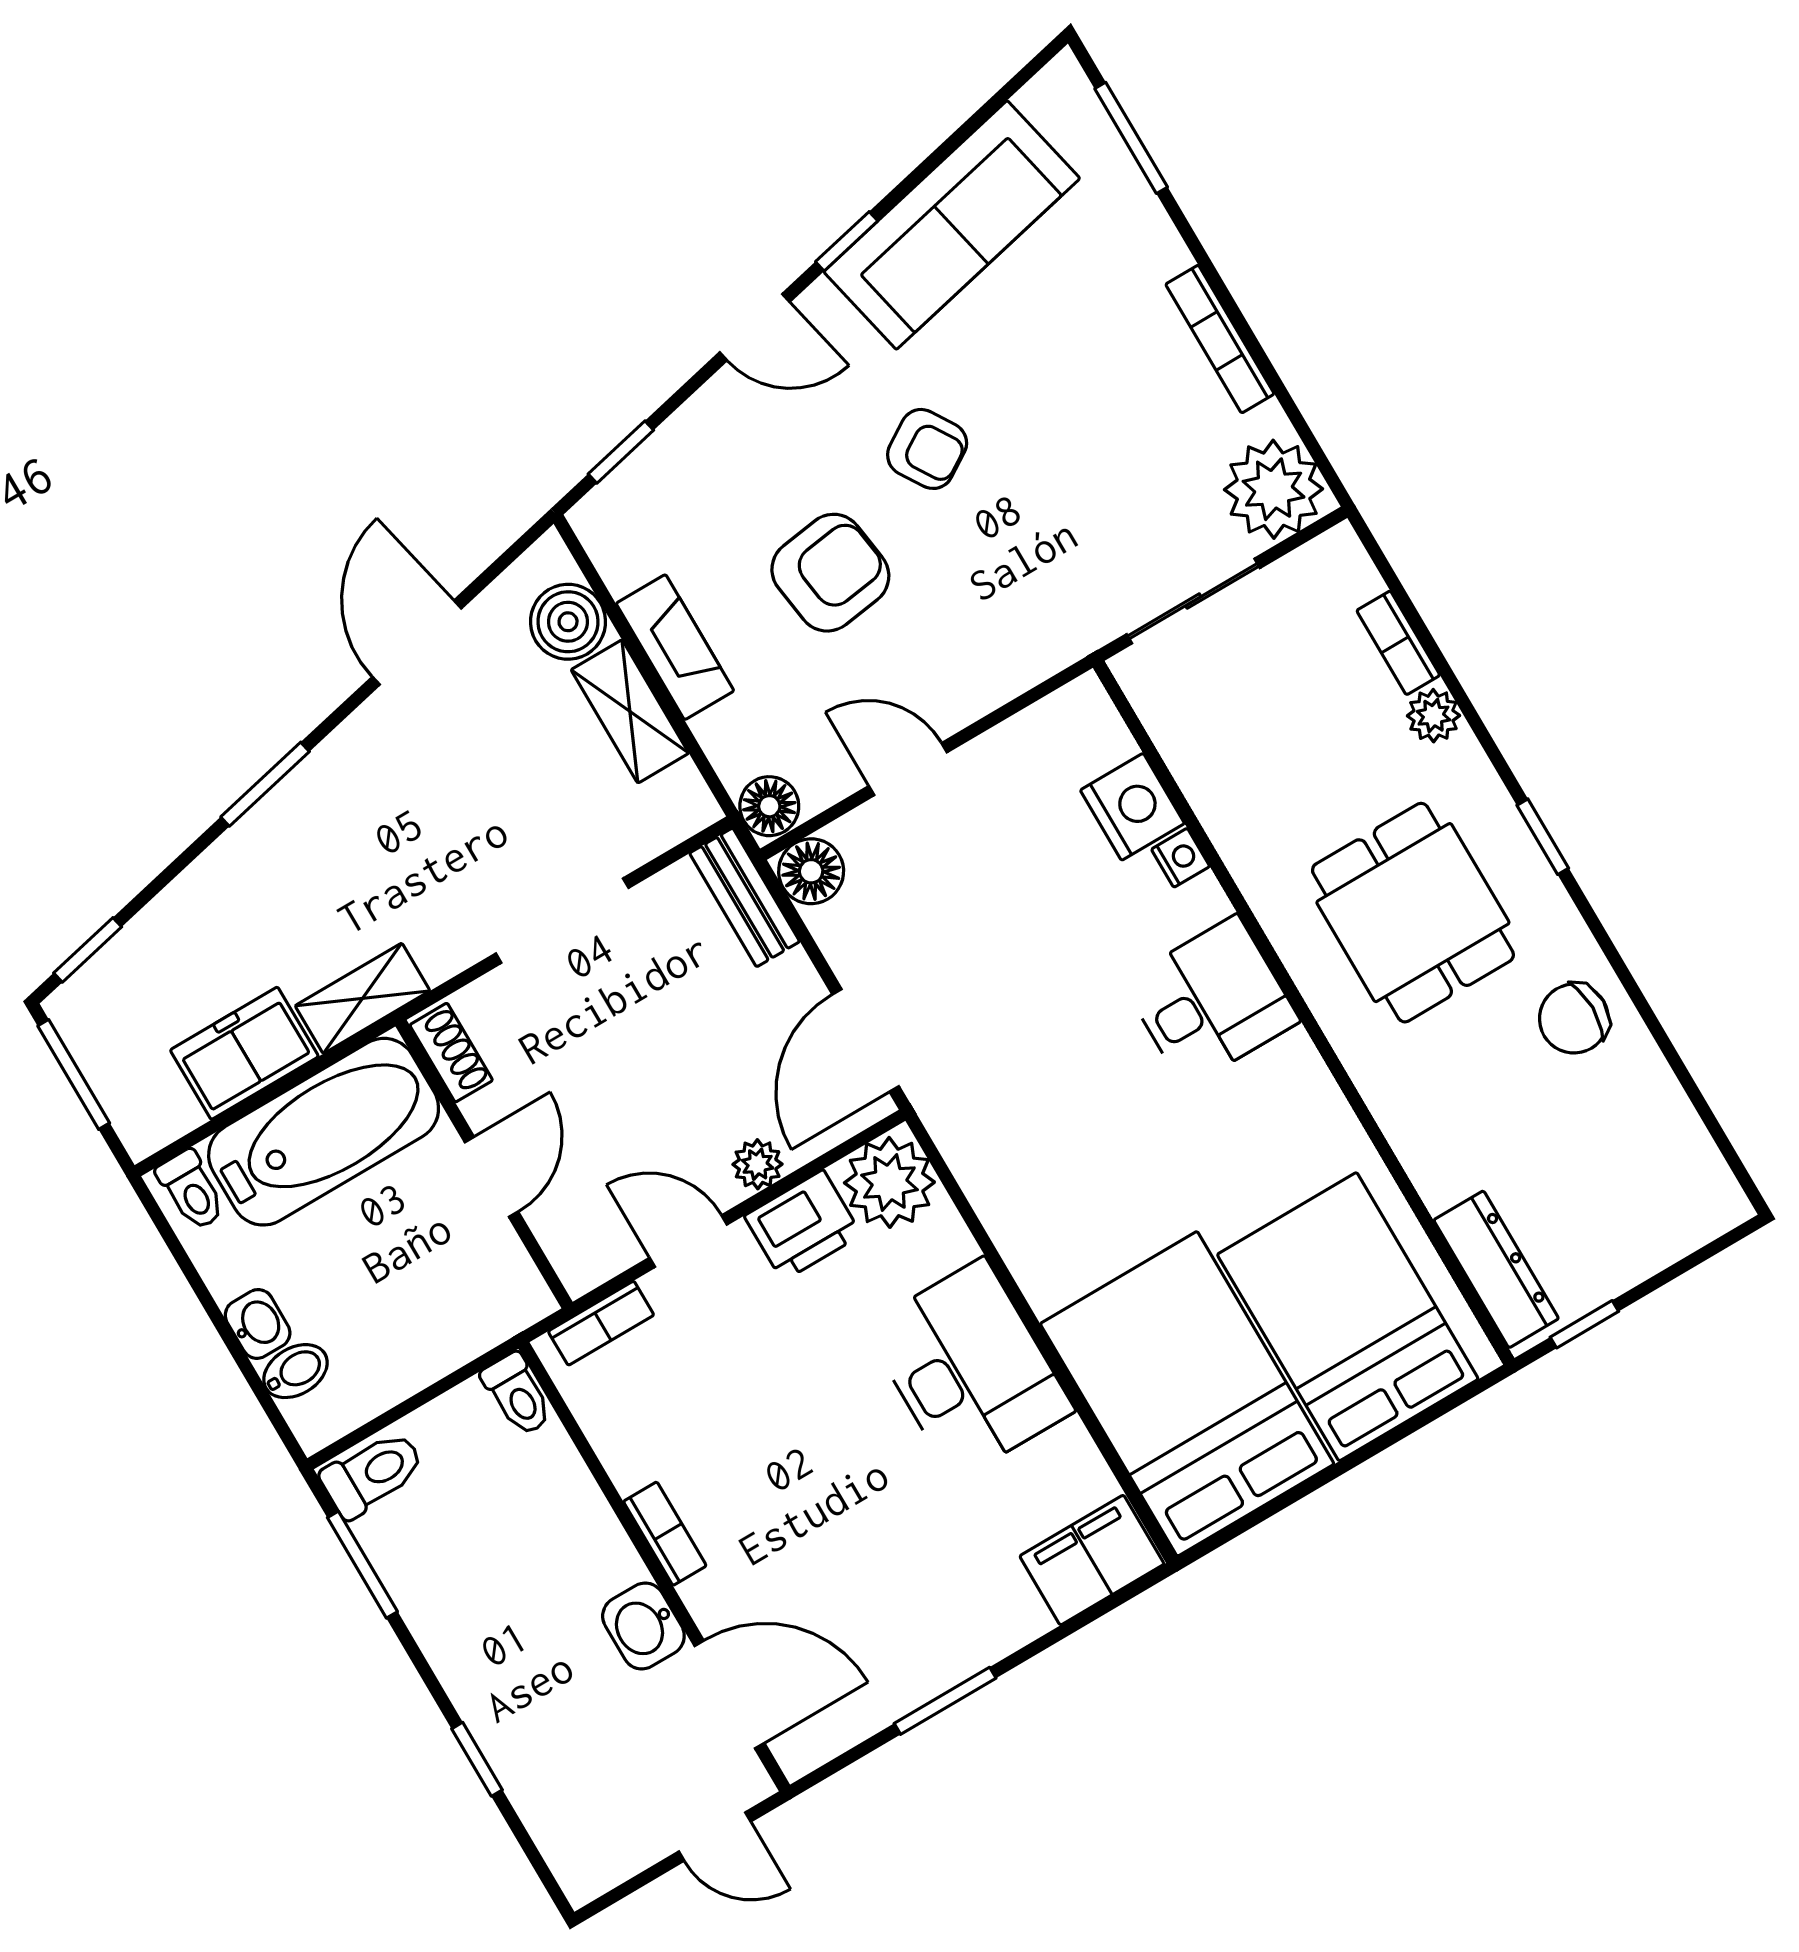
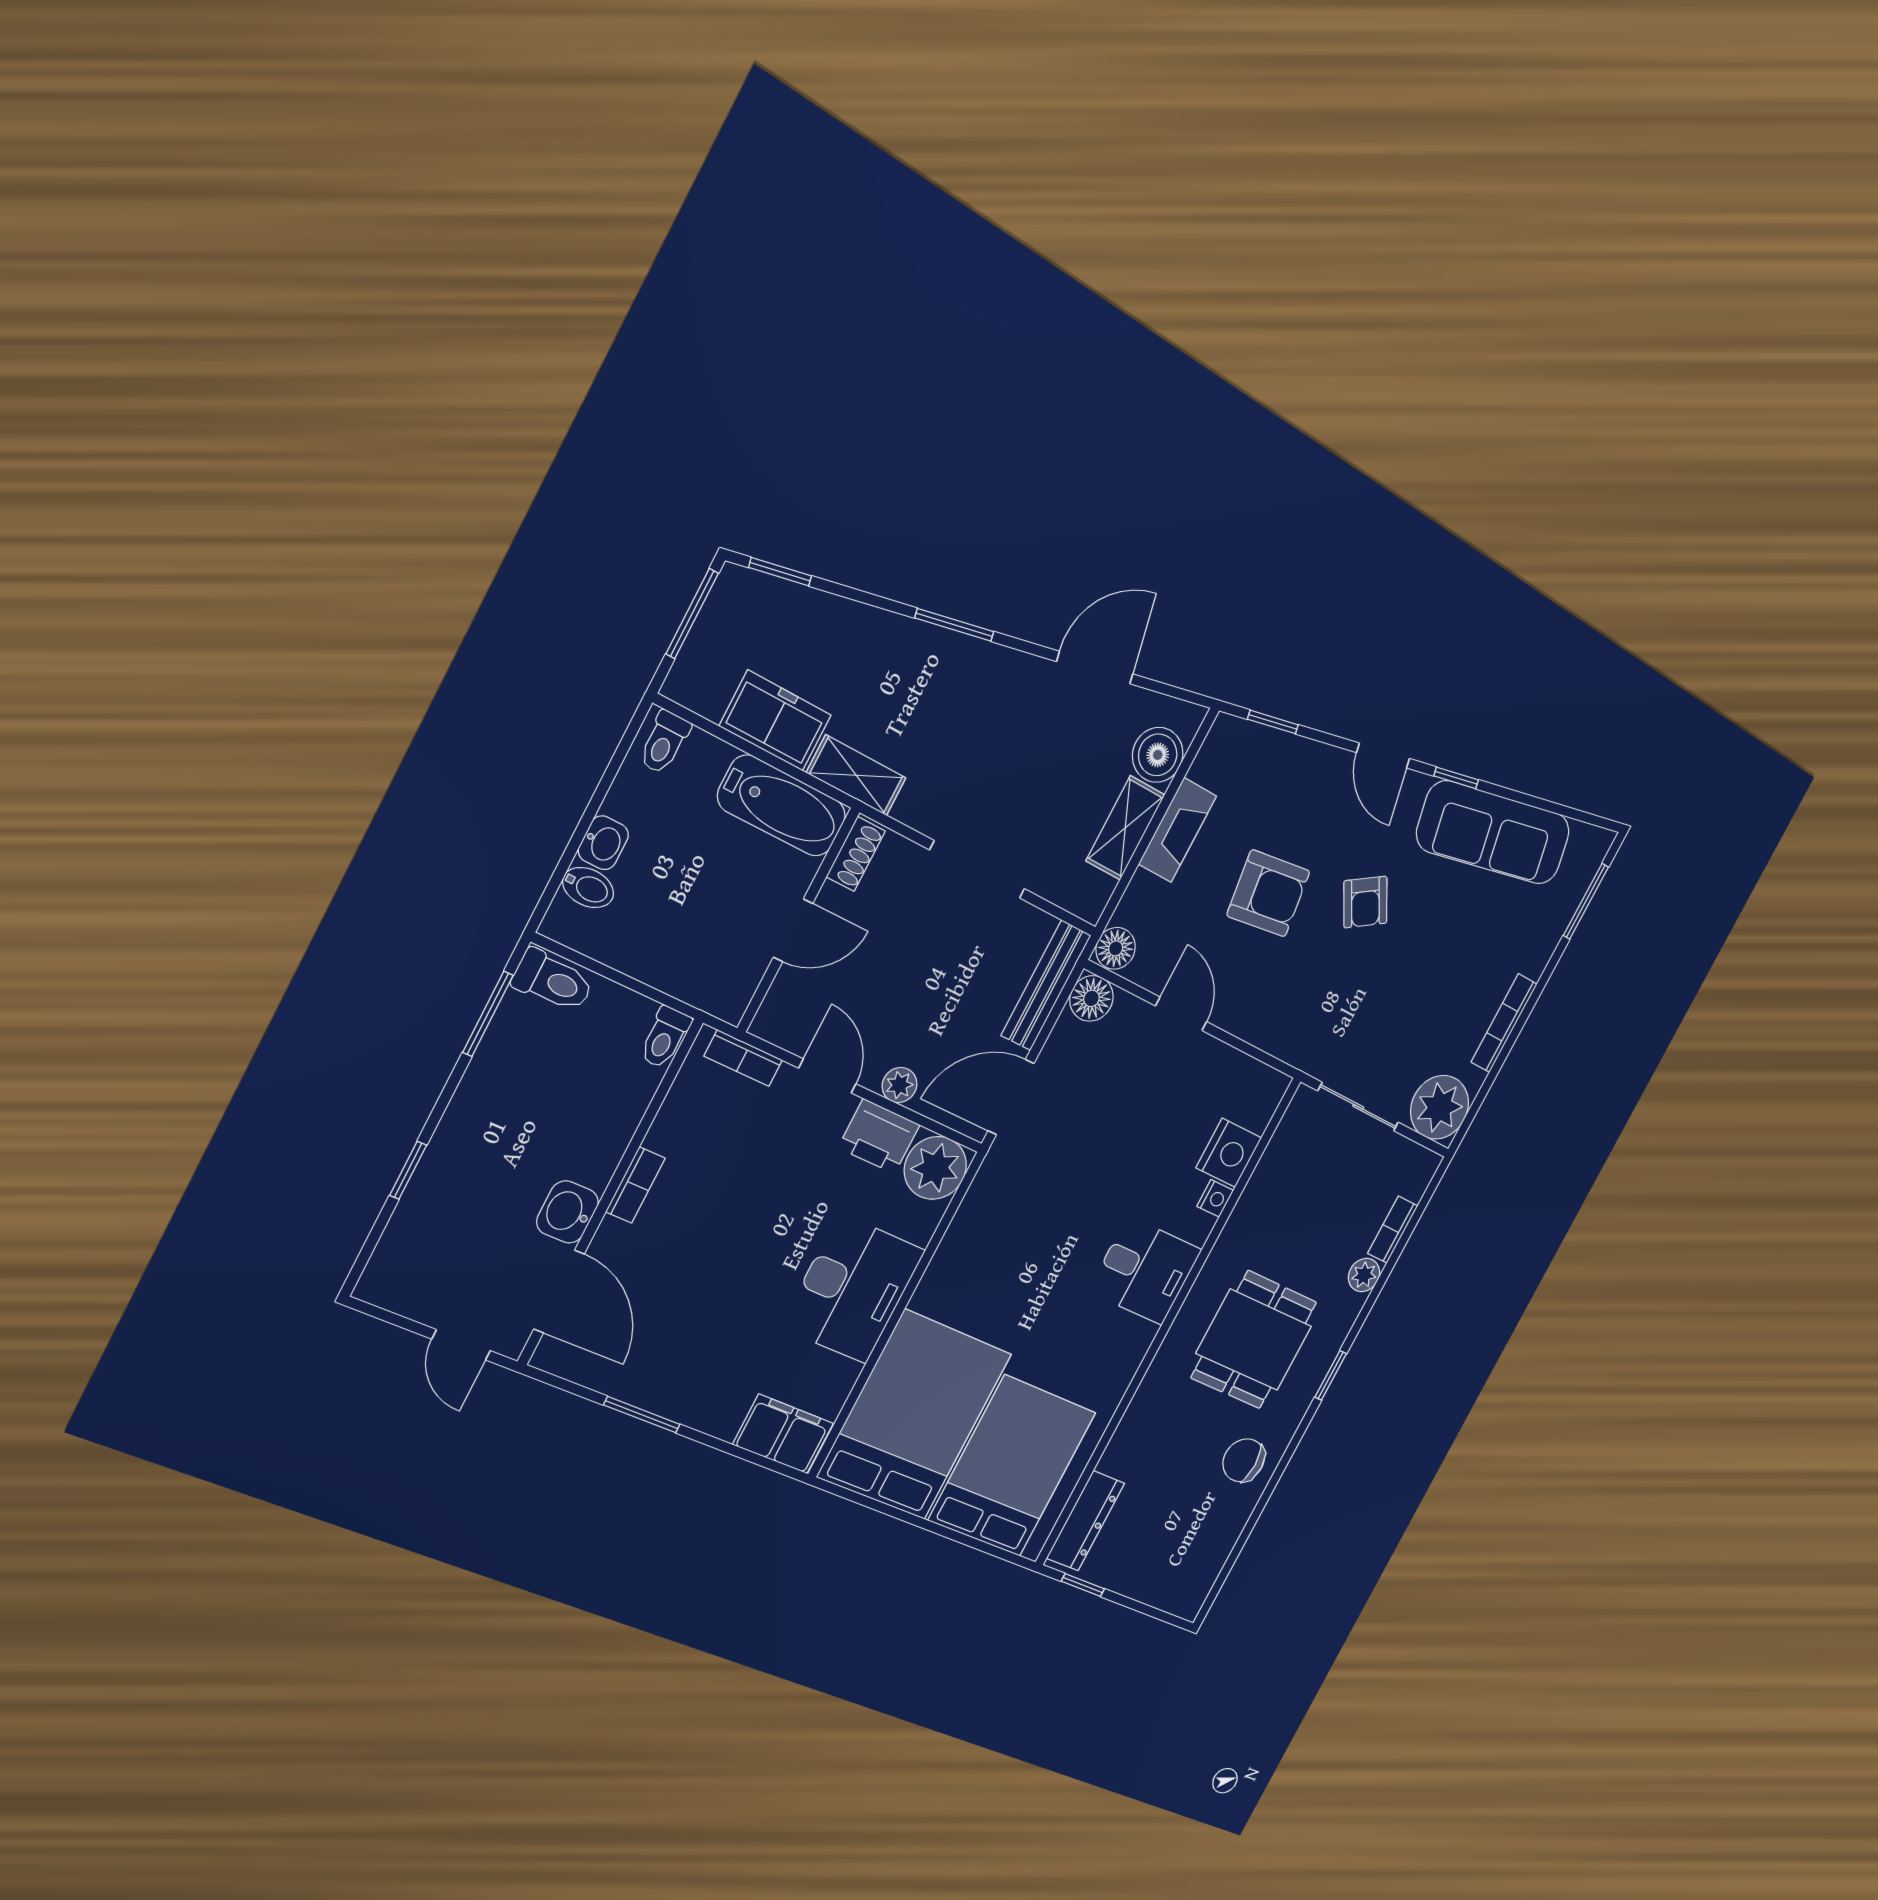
bench: (745, 897) -> (1046, 985), width x1.36
bathtub: (324, 1132) -> (782, 806), width x0.73, depth x0.73

